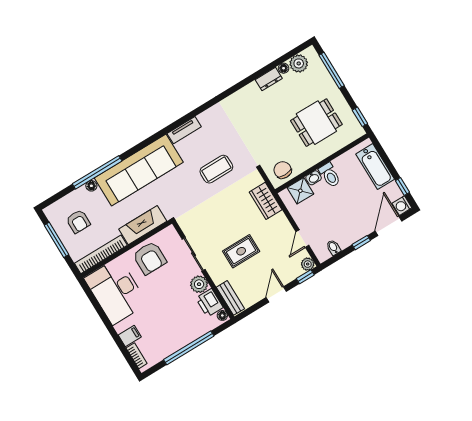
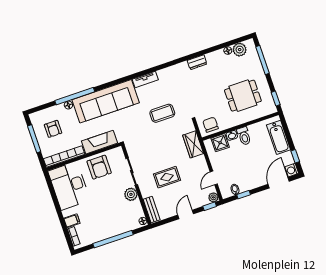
dresser: (269, 79) -> (197, 62), moved
window: (361, 243) -> (244, 195), moved
printer: (209, 303) -> (135, 210), removed

